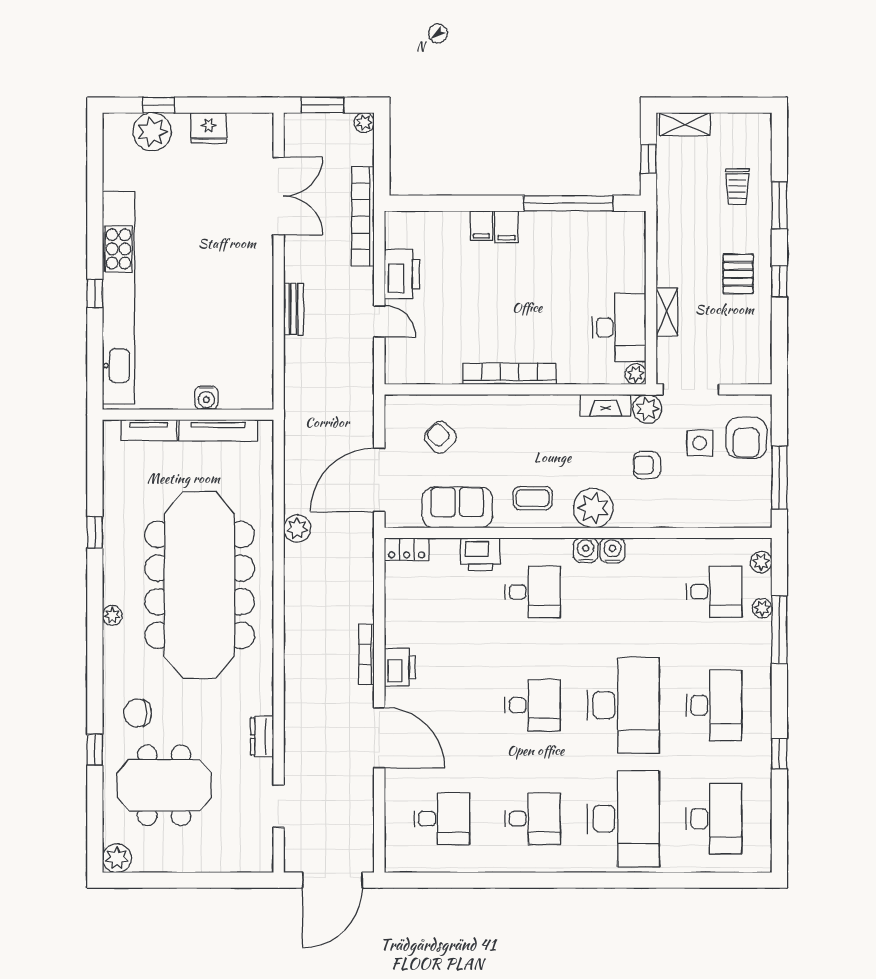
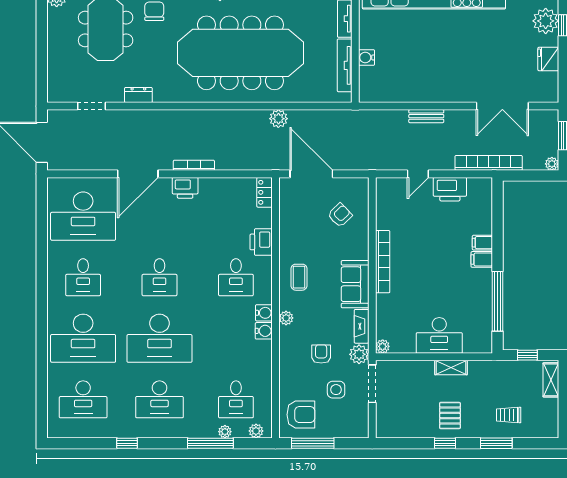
pallet: (738, 274) -> (450, 415), turned 90
shelving: (667, 312) -> (451, 368), moved
desk: (619, 328) -> (439, 335), moved
armchair: (746, 438) -> (301, 415), moved, turned 180
sofa: (457, 507) -> (355, 284), moved, turned 180
plant: (593, 508) -> (286, 318), width x0.53, depth x0.53
desk: (442, 819) -> (83, 216), width x1.87, depth x1.30

